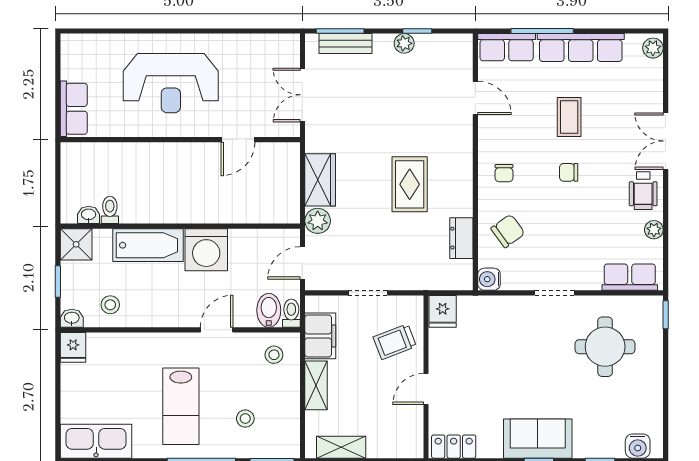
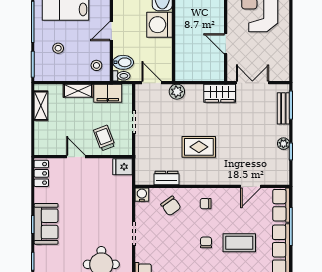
coffee table: (569, 117) -> (239, 243), width x1.36, depth x1.30
wardrobe: (320, 180) -> (220, 93), moved
door: (217, 330) -> (111, 31), swing flipped

